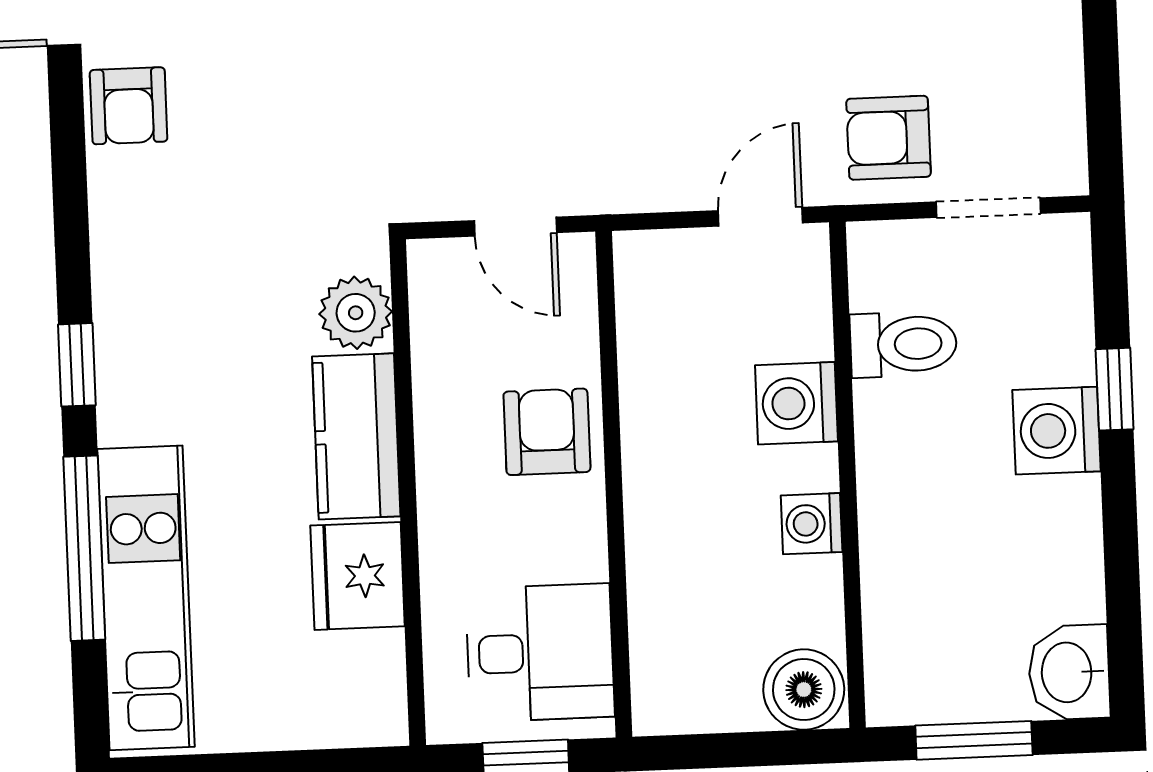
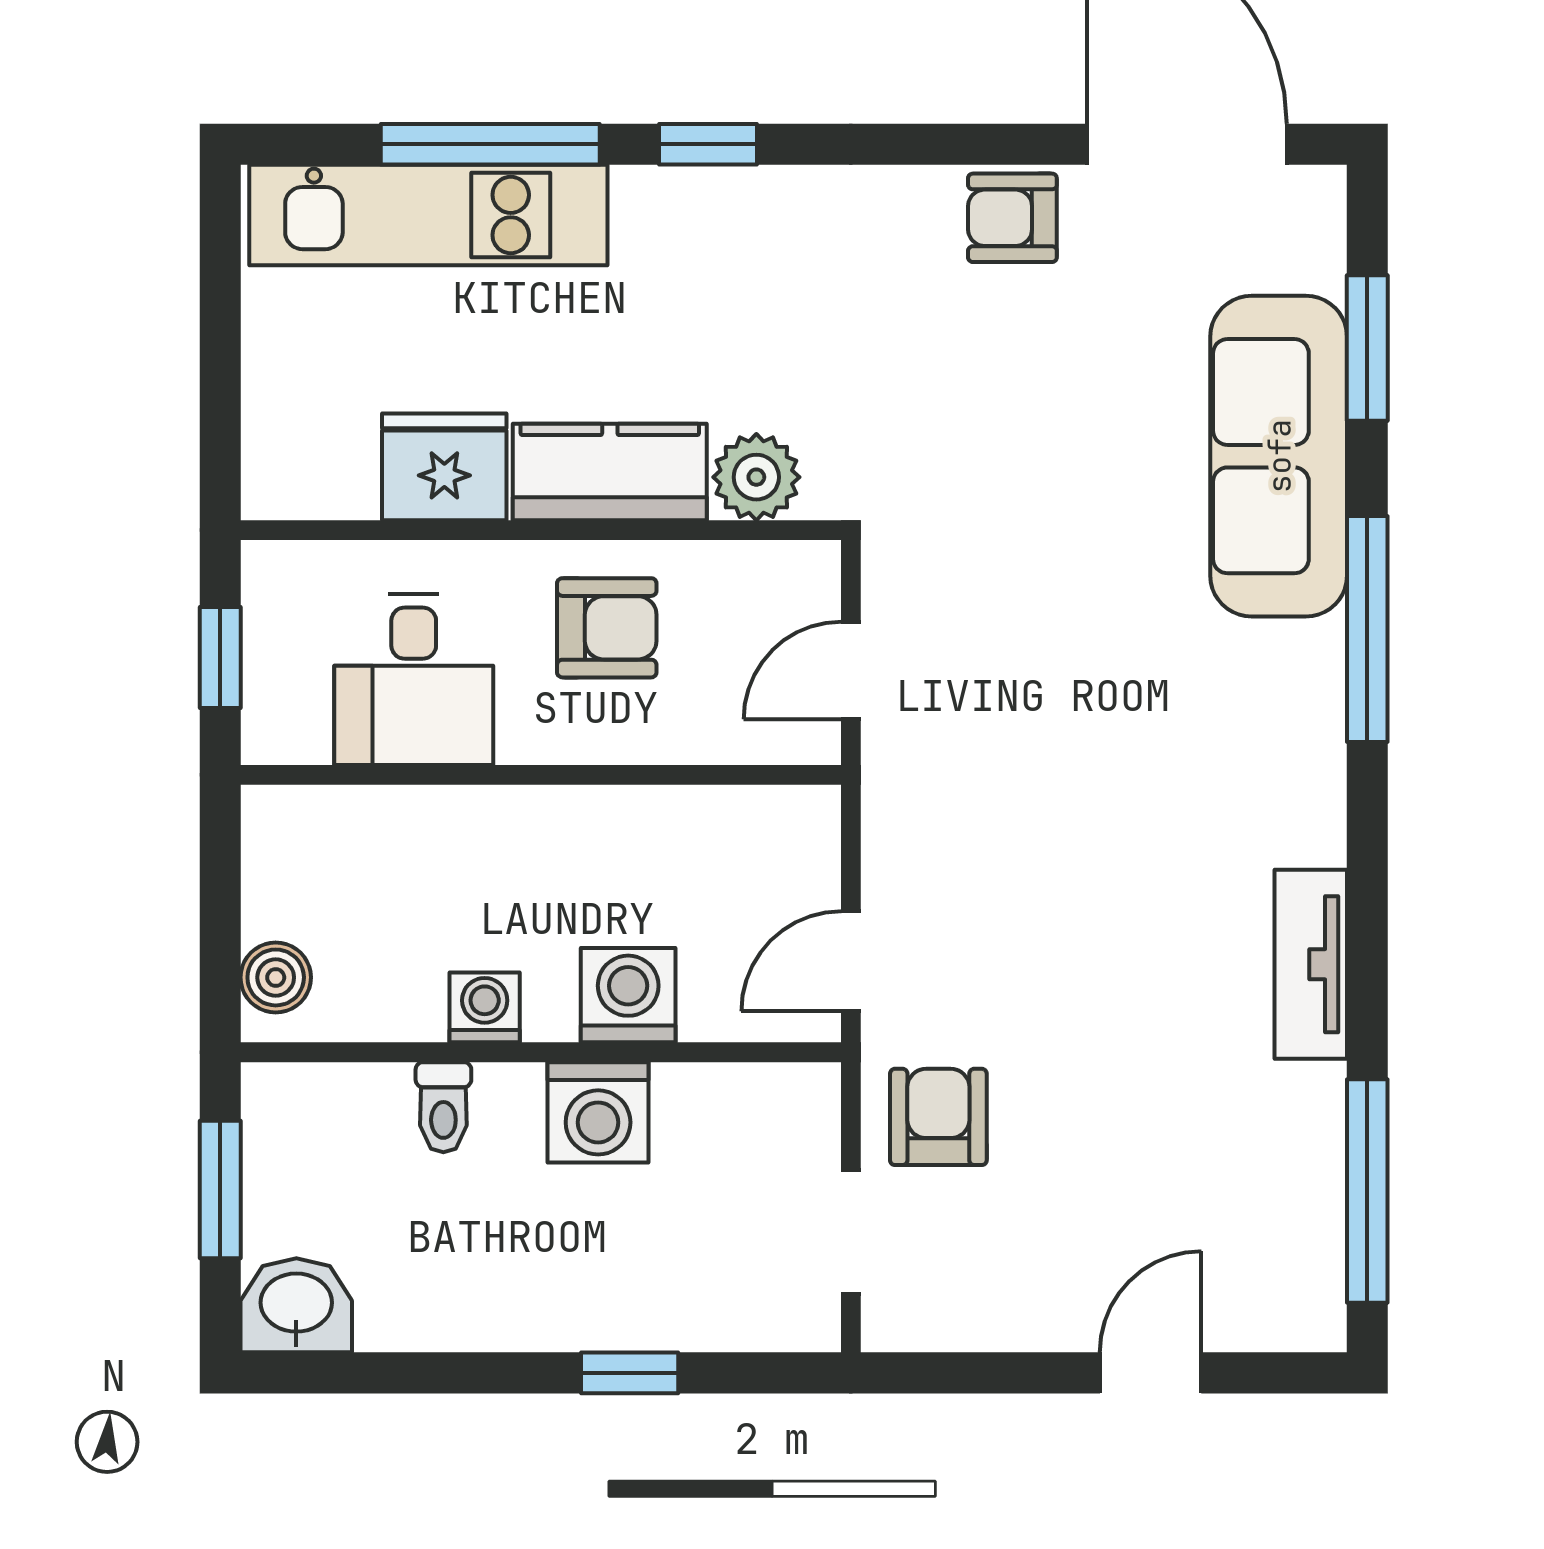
door: (760, 217) -> (851, 961), swing flipped
toilet: (903, 344) -> (443, 1107), moved, width x0.73, depth x0.72
washing machine: (1057, 431) -> (598, 1112), moved, turned 180
armchair: (547, 432) -> (607, 628), moved
desk: (540, 653) -> (414, 679), moved
boiler: (804, 690) -> (276, 977), width x0.73, depth x0.73

